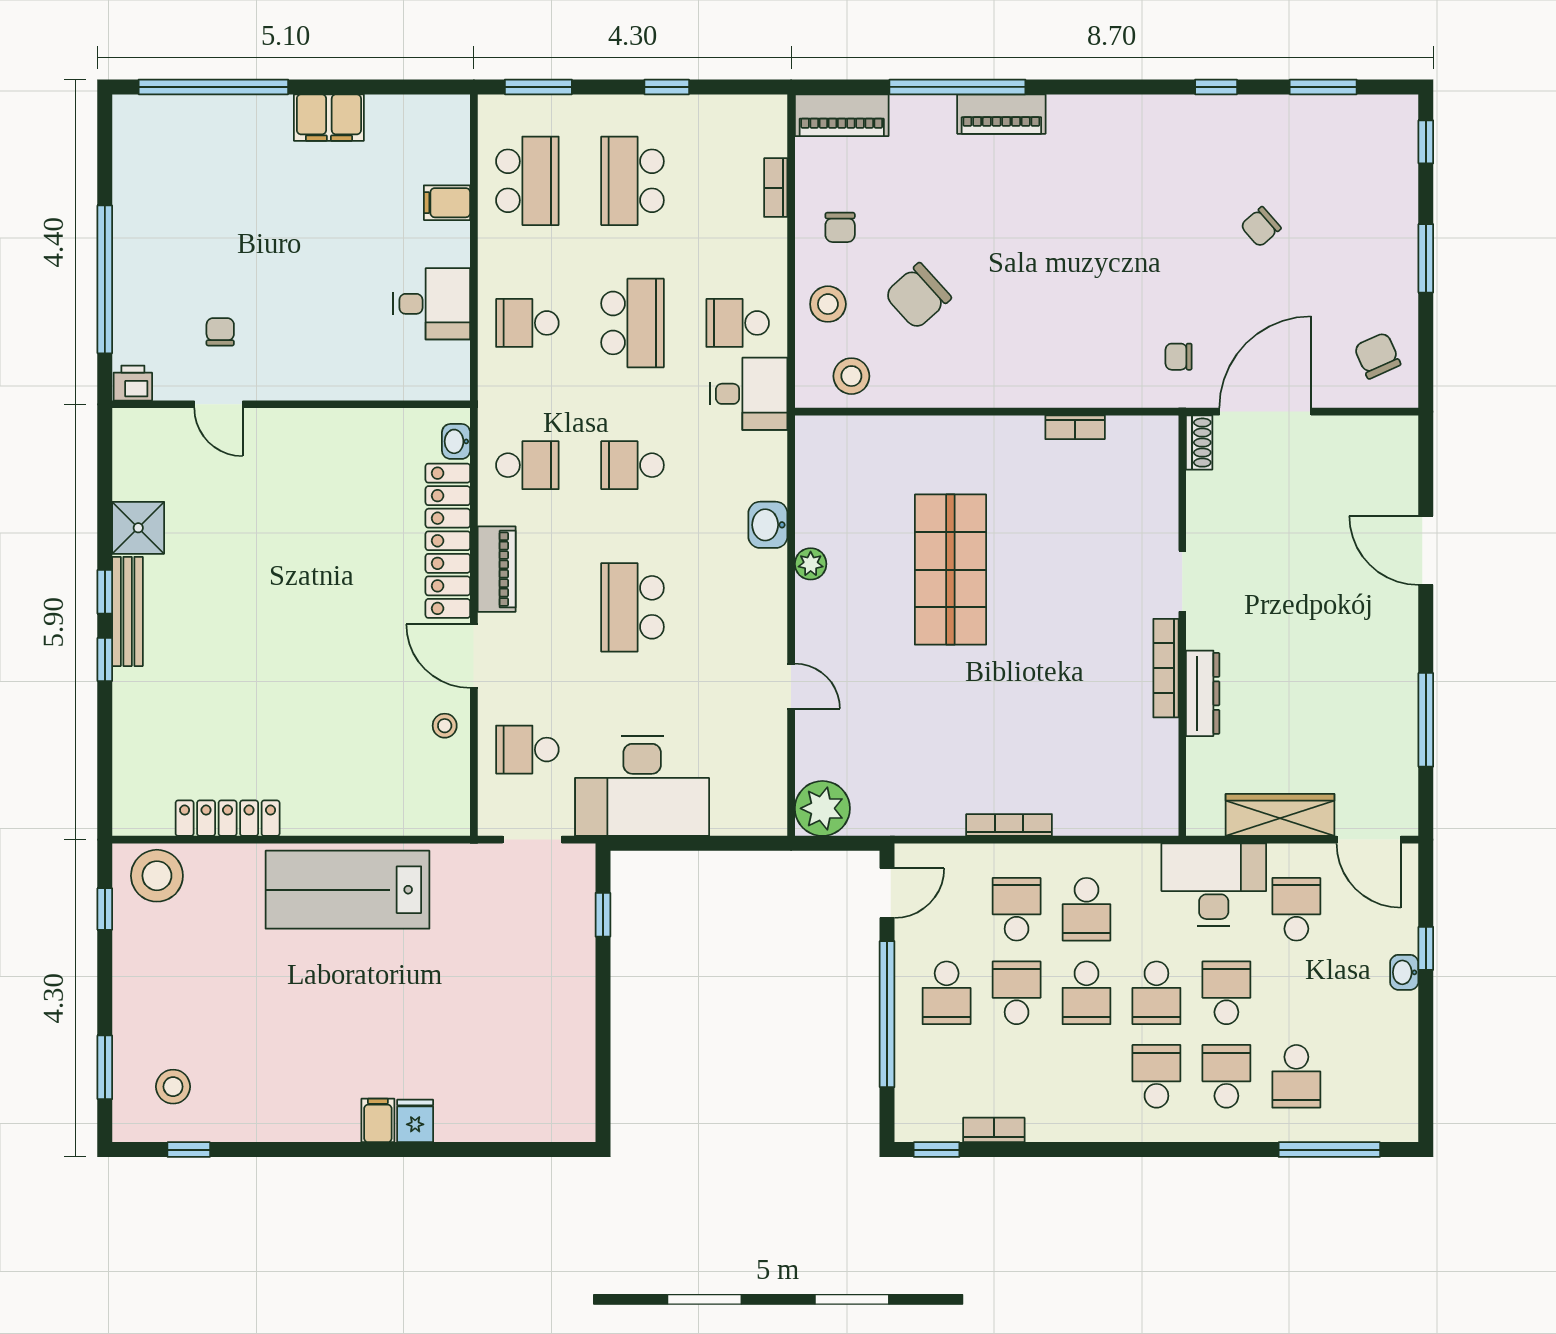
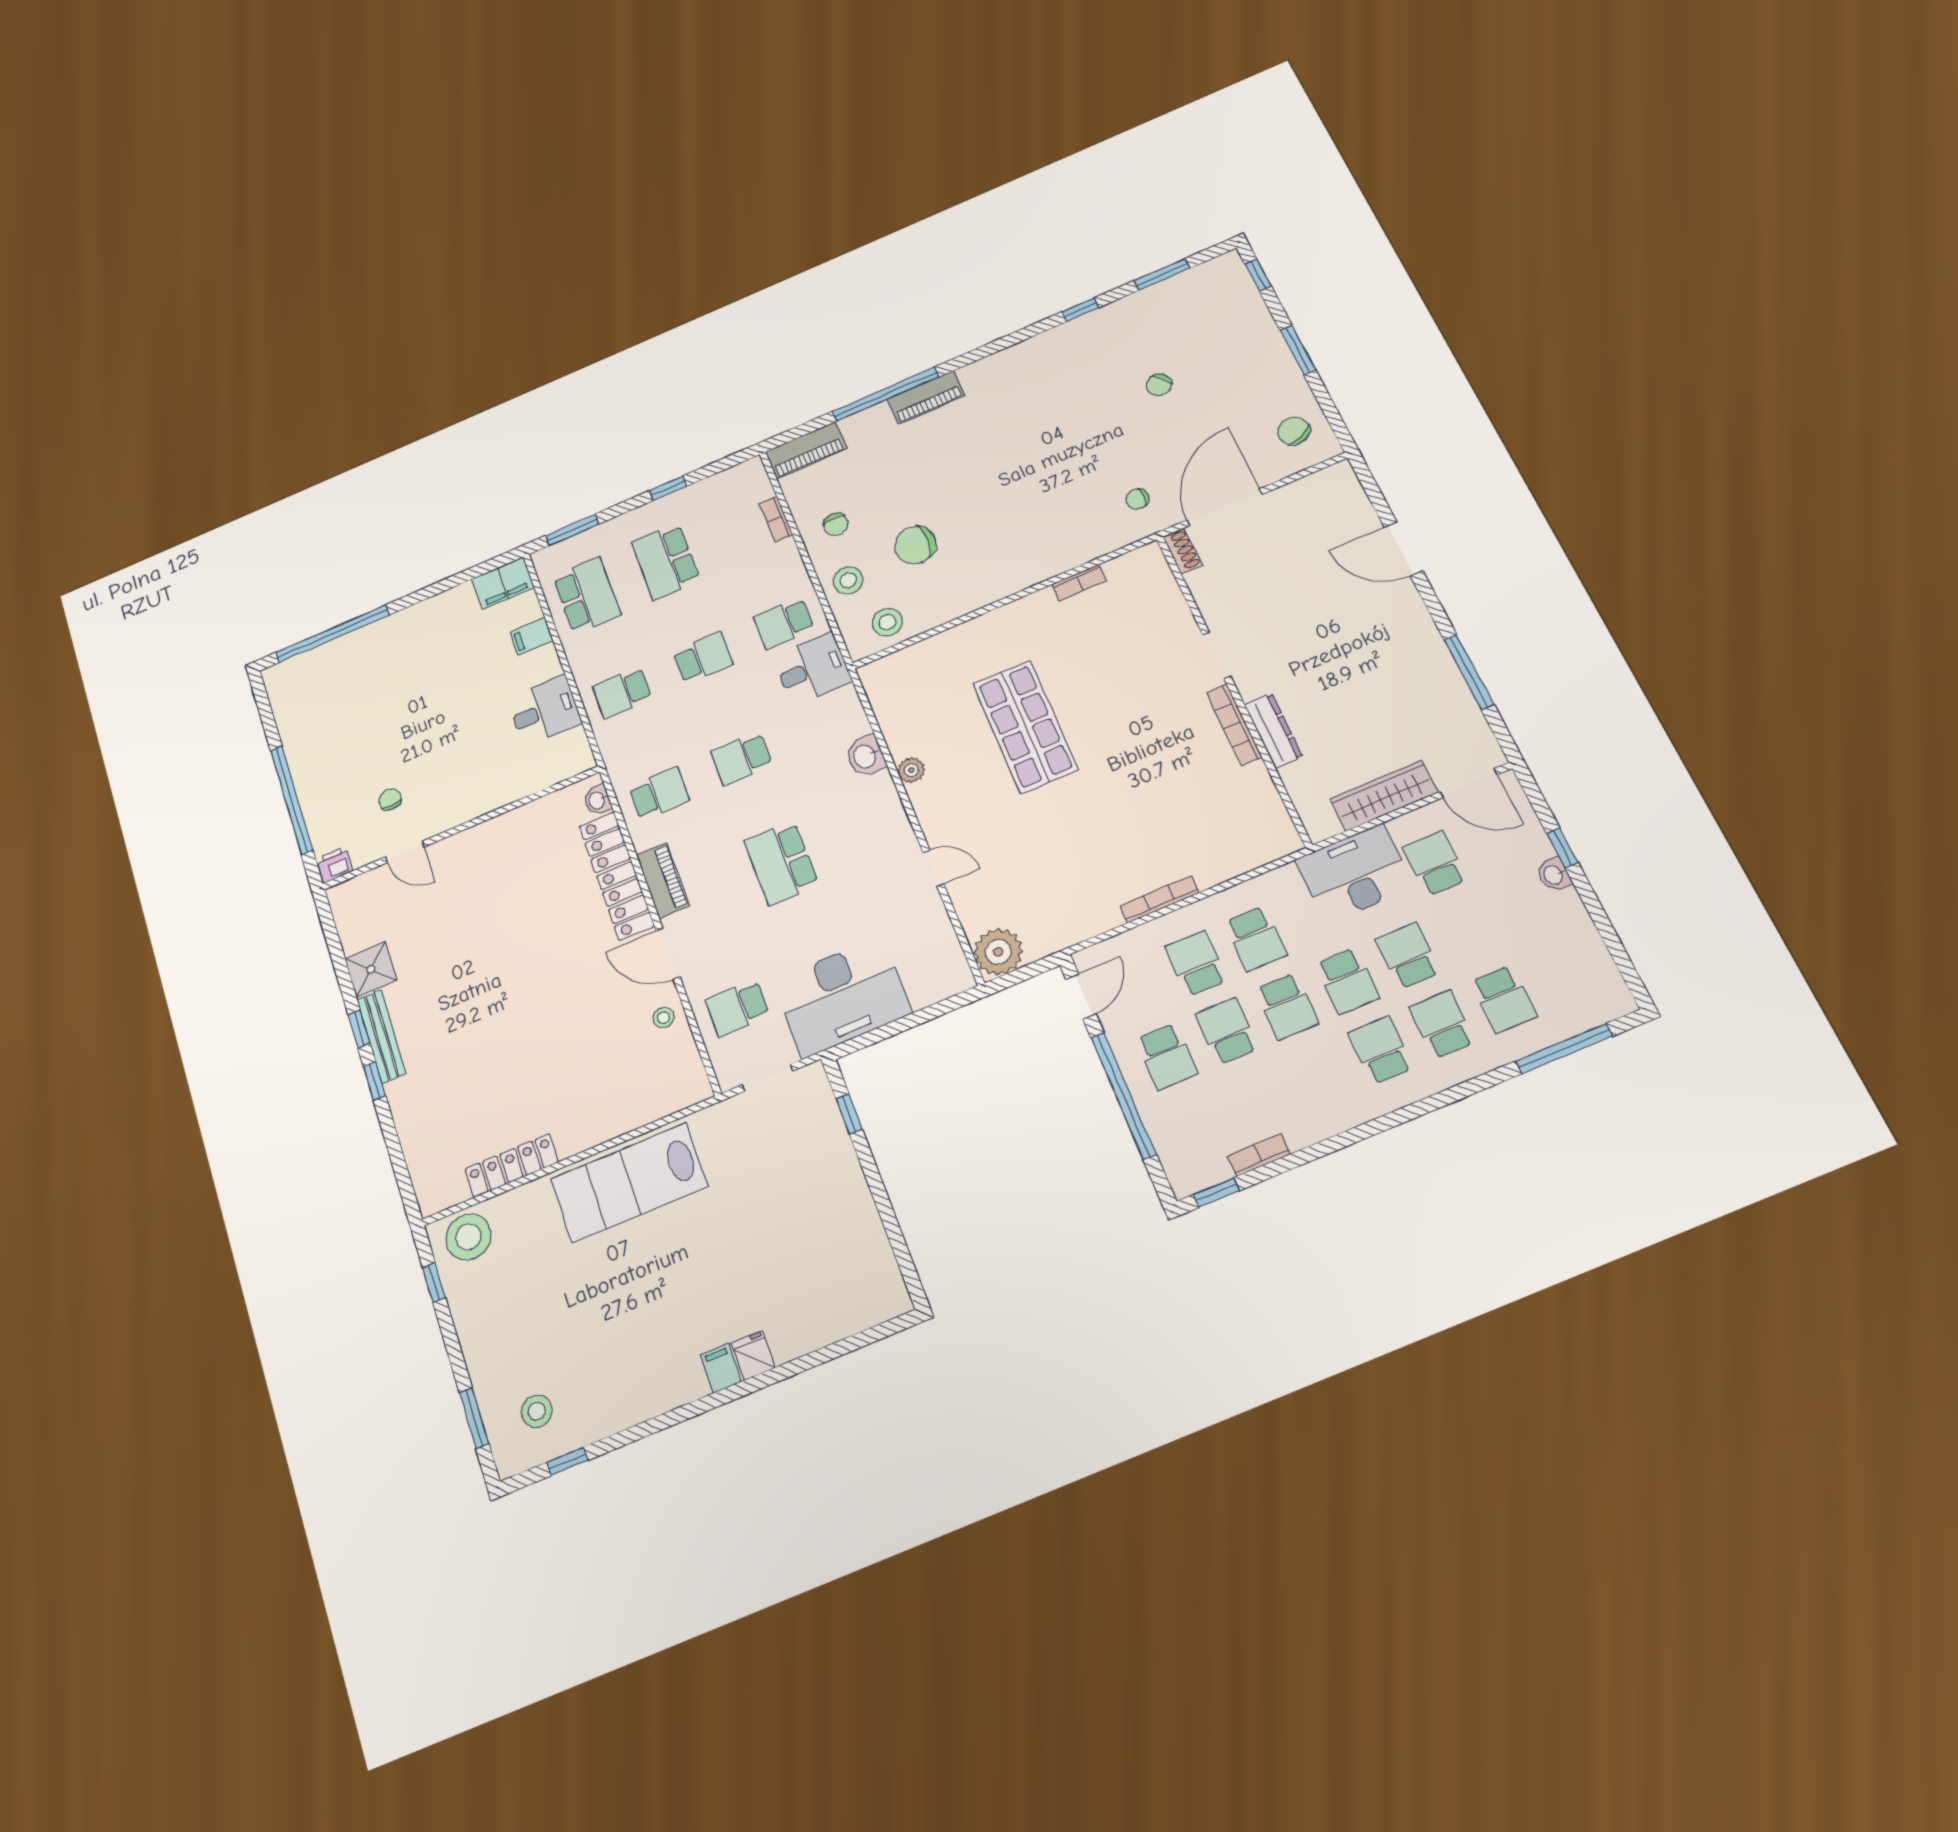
filing cabinet: (329, 118) -> (503, 583), moved
chair: (918, 296) -> (915, 545), turned 42
school desk: (633, 323) -> (703, 658), width x0.54

